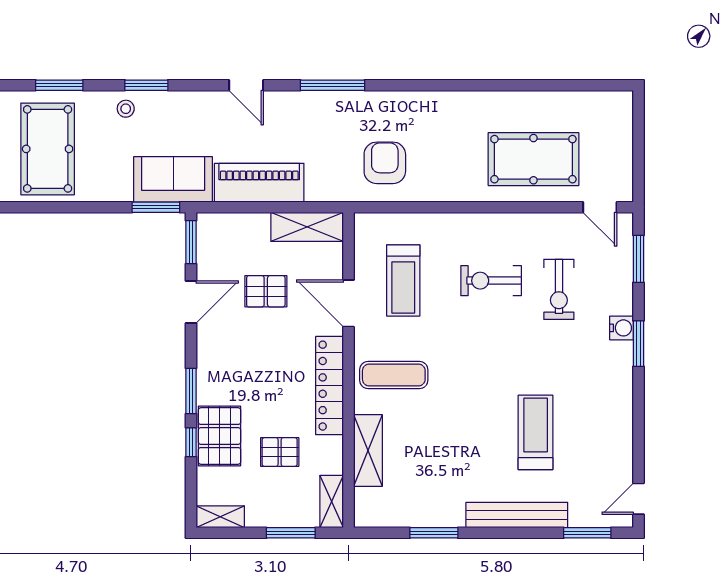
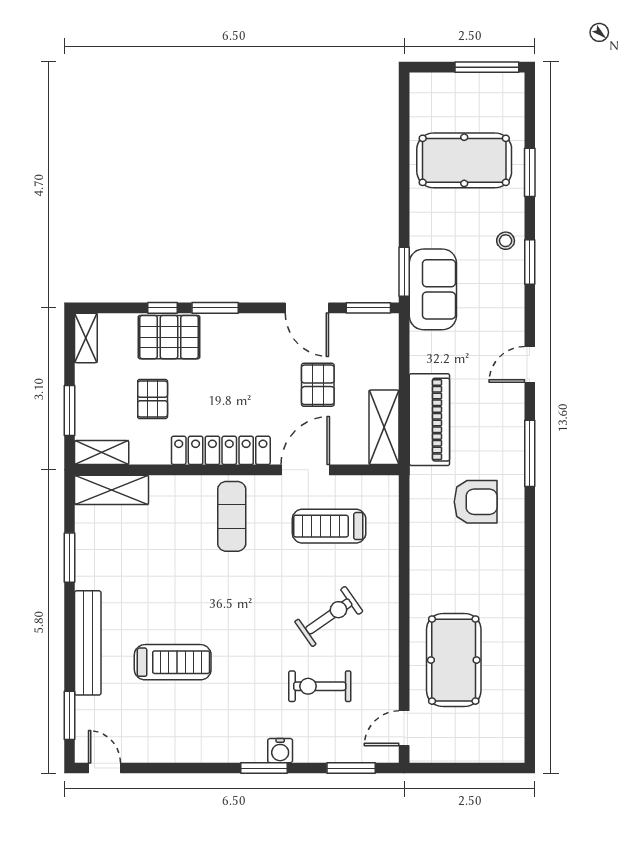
armchair: (385, 163) -> (476, 502), moved
piano: (259, 183) -> (429, 420), moved
exercise bike: (491, 281) -> (329, 616), turned 55
shelving: (368, 450) -> (112, 490), moved

